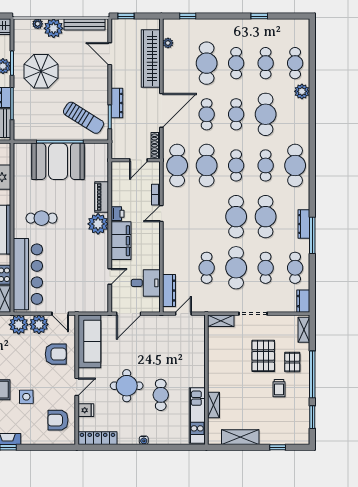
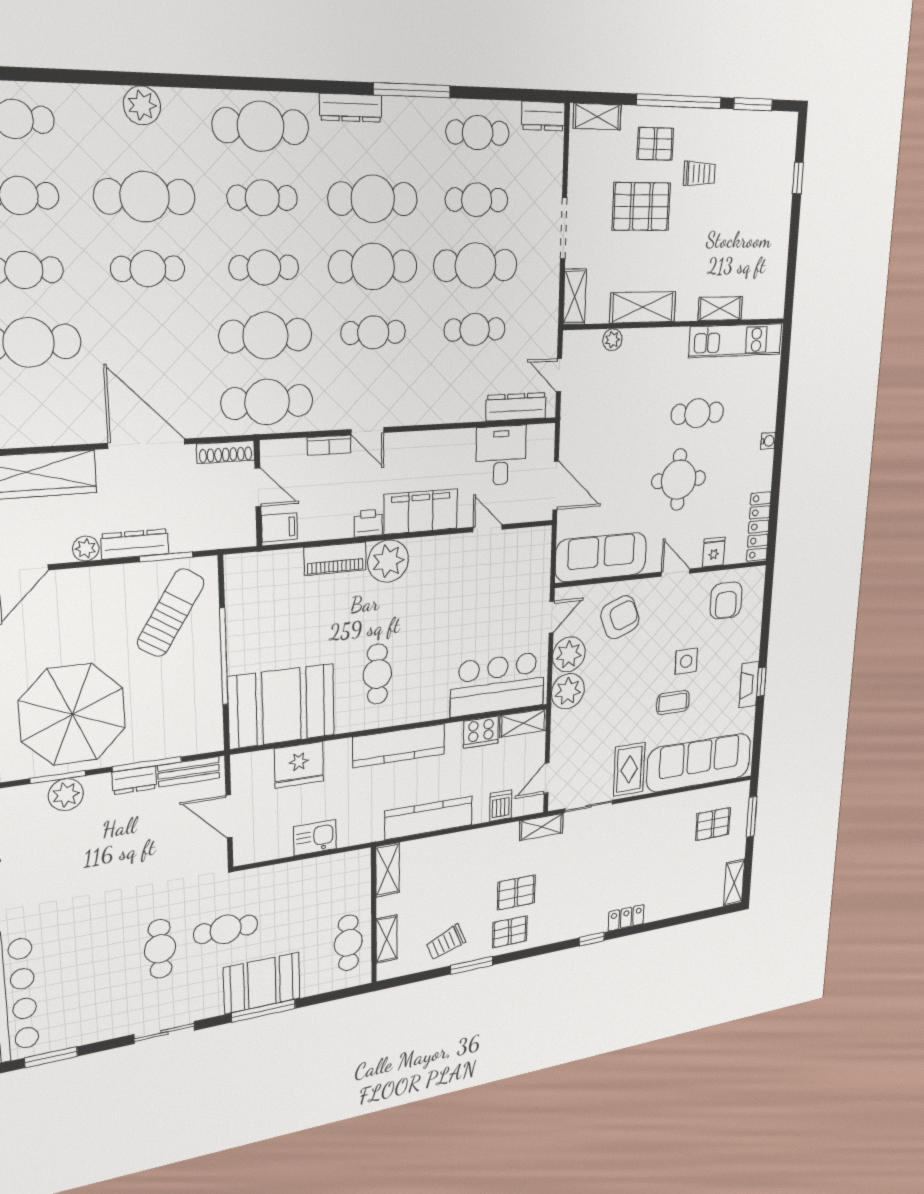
parasol: (41, 71) -> (72, 714), width x1.36, depth x1.36
plant: (117, 81) -> (86, 548), added
plant: (302, 91) -> (142, 105), moved
cafe table: (207, 114) -> (373, 332), moved
booth: (58, 161) -> (282, 706), moved, turned 90
filing cabinet: (119, 170) -> (279, 527), added
dresser: (304, 224) -> (351, 108), moved
bar counter: (28, 274) -> (498, 684), width x0.73
plant: (200, 343) -> (612, 340), added
armchair: (56, 354) -> (620, 617), turned 69
shelving: (240, 437) -> (643, 307), moved, turned 90

